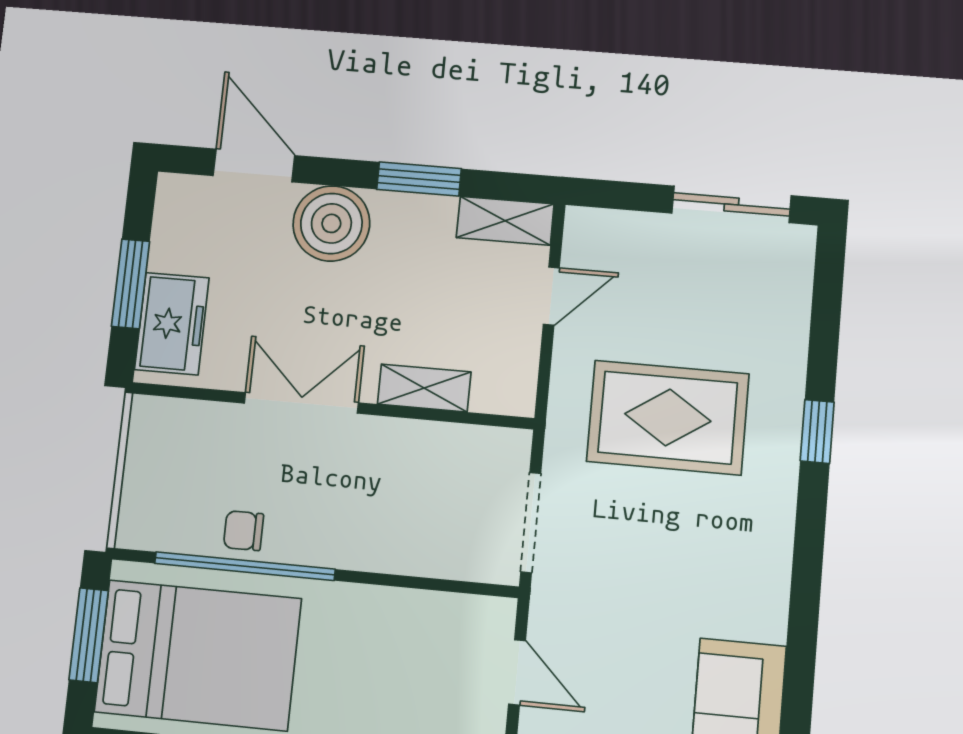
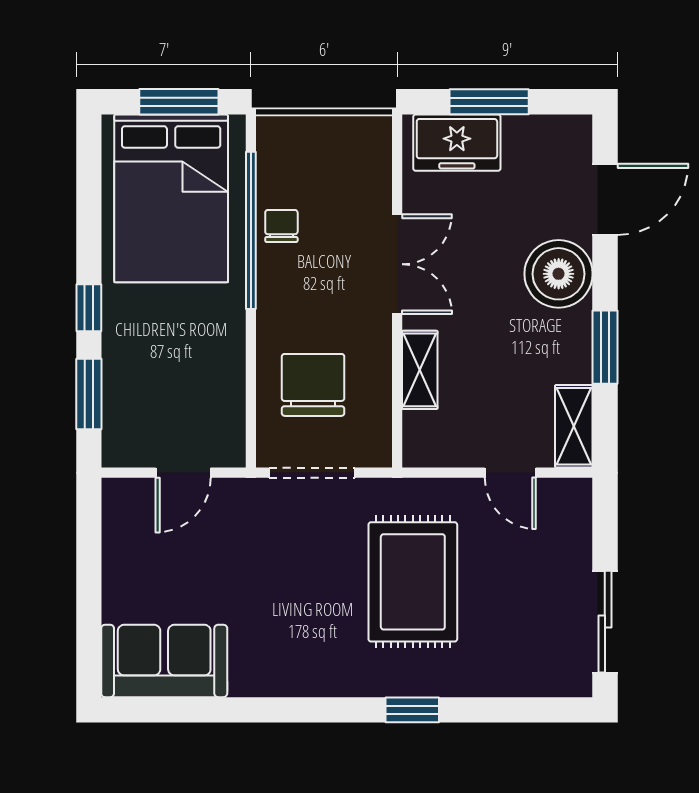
chair: (429, 511) -> (313, 385), added

